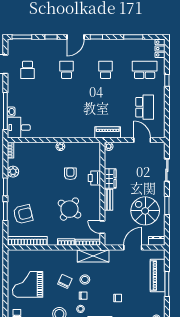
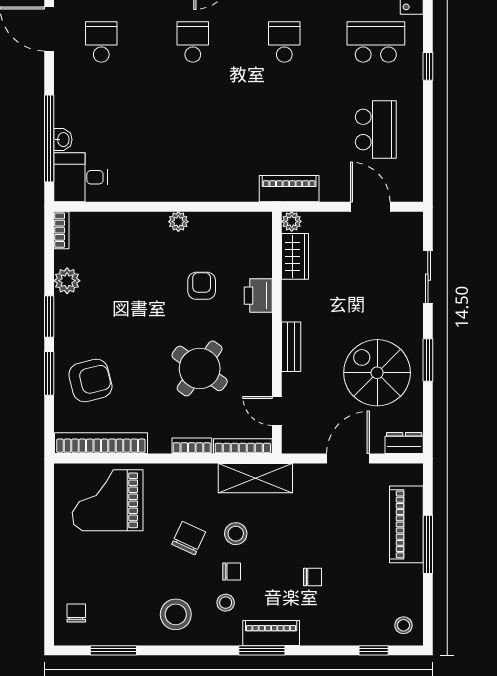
school desk: (28, 70) -> (101, 42), turned 180
wardrobe: (110, 179) -> (295, 256), moved
grand piano: (28, 284) -> (108, 500), moved

